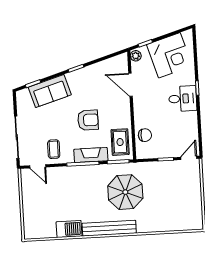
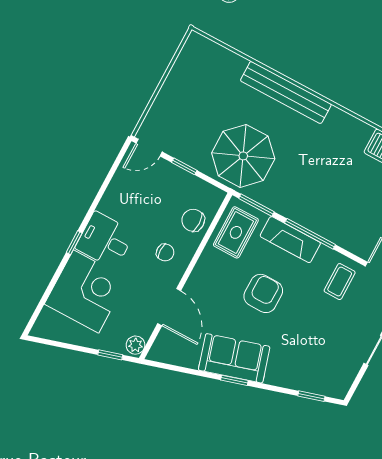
corner desk: (169, 55) -> (86, 292), moved, turned 107
sofa: (50, 91) -> (234, 358), moved
chair: (149, 111) -> (165, 252), added
armchair: (88, 120) -> (263, 293), turned 90
parasol: (125, 192) -> (243, 156), moved
bench: (109, 228) -> (286, 92), moved

